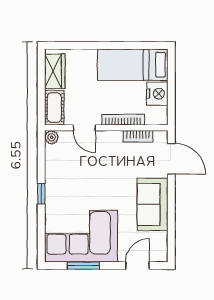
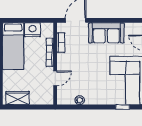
cot: (54, 108) -> (42, 98), removed
plant: (52, 137) -> (80, 100), moved
window: (41, 194) -> (123, 107), moved

